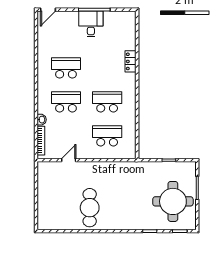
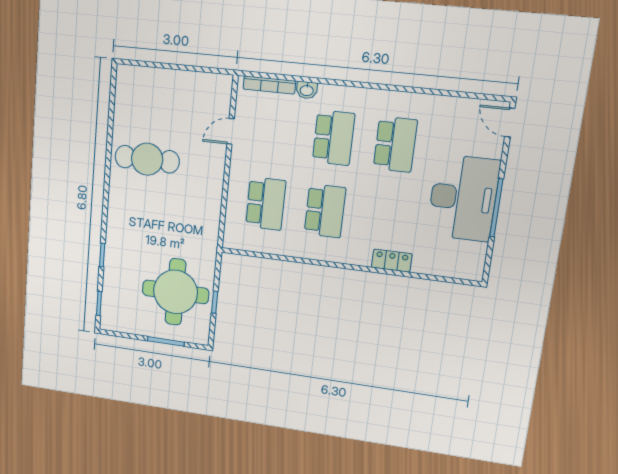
desk: (91, 24) -> (463, 198), width x1.87, depth x1.30
door: (69, 160) -> (231, 131), swing flipped
round table: (173, 201) -> (175, 292), moved

